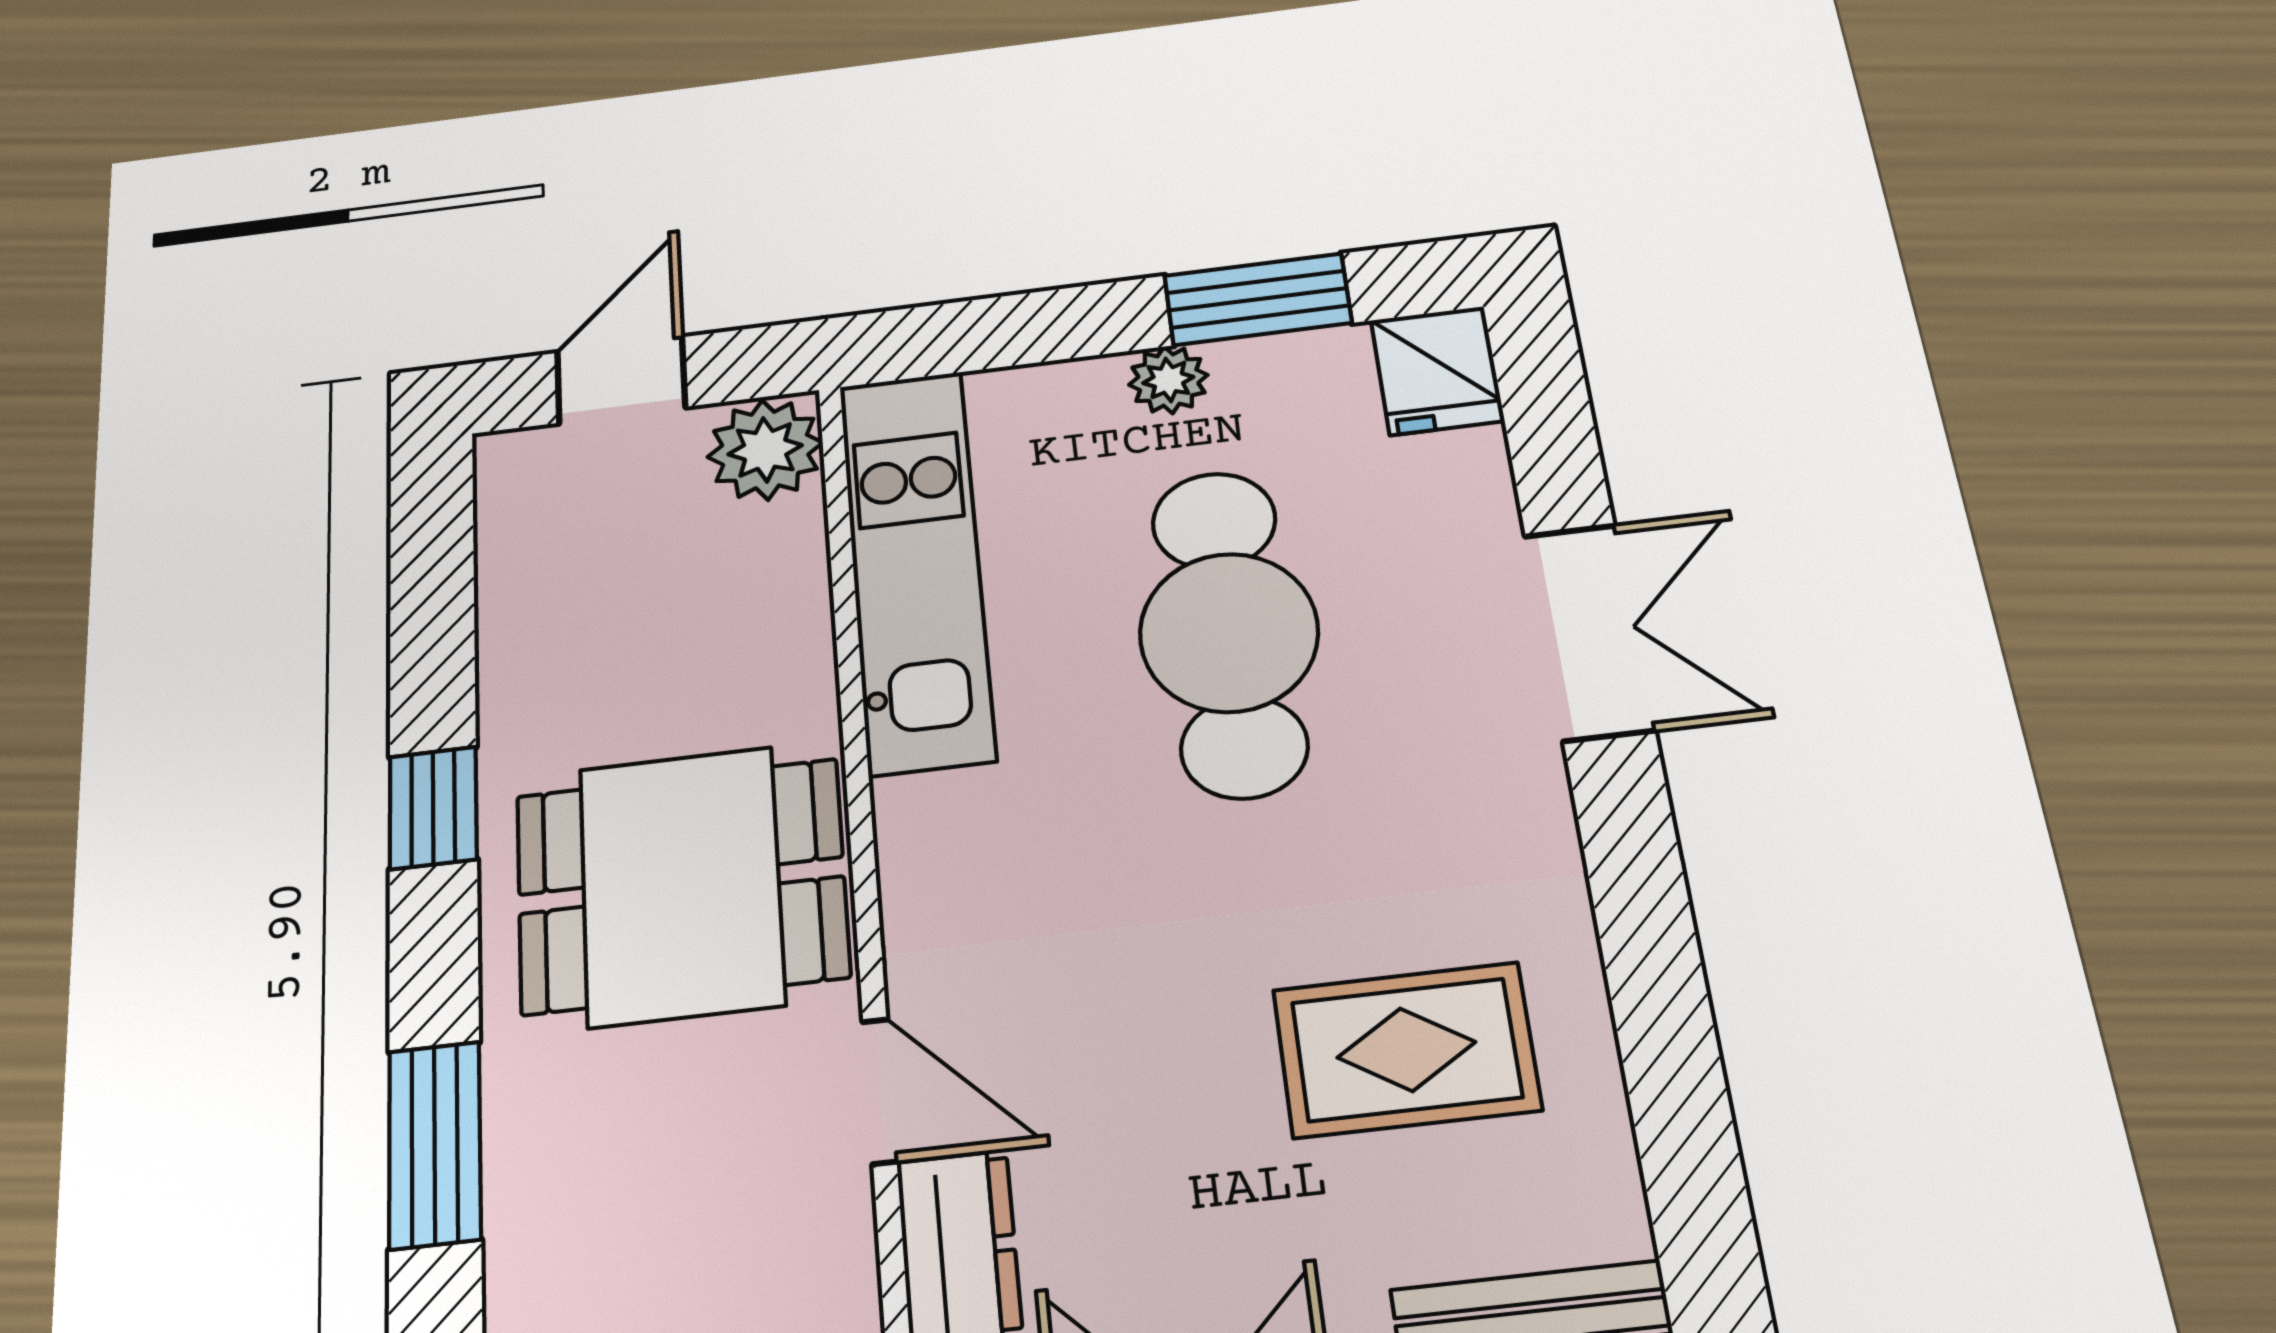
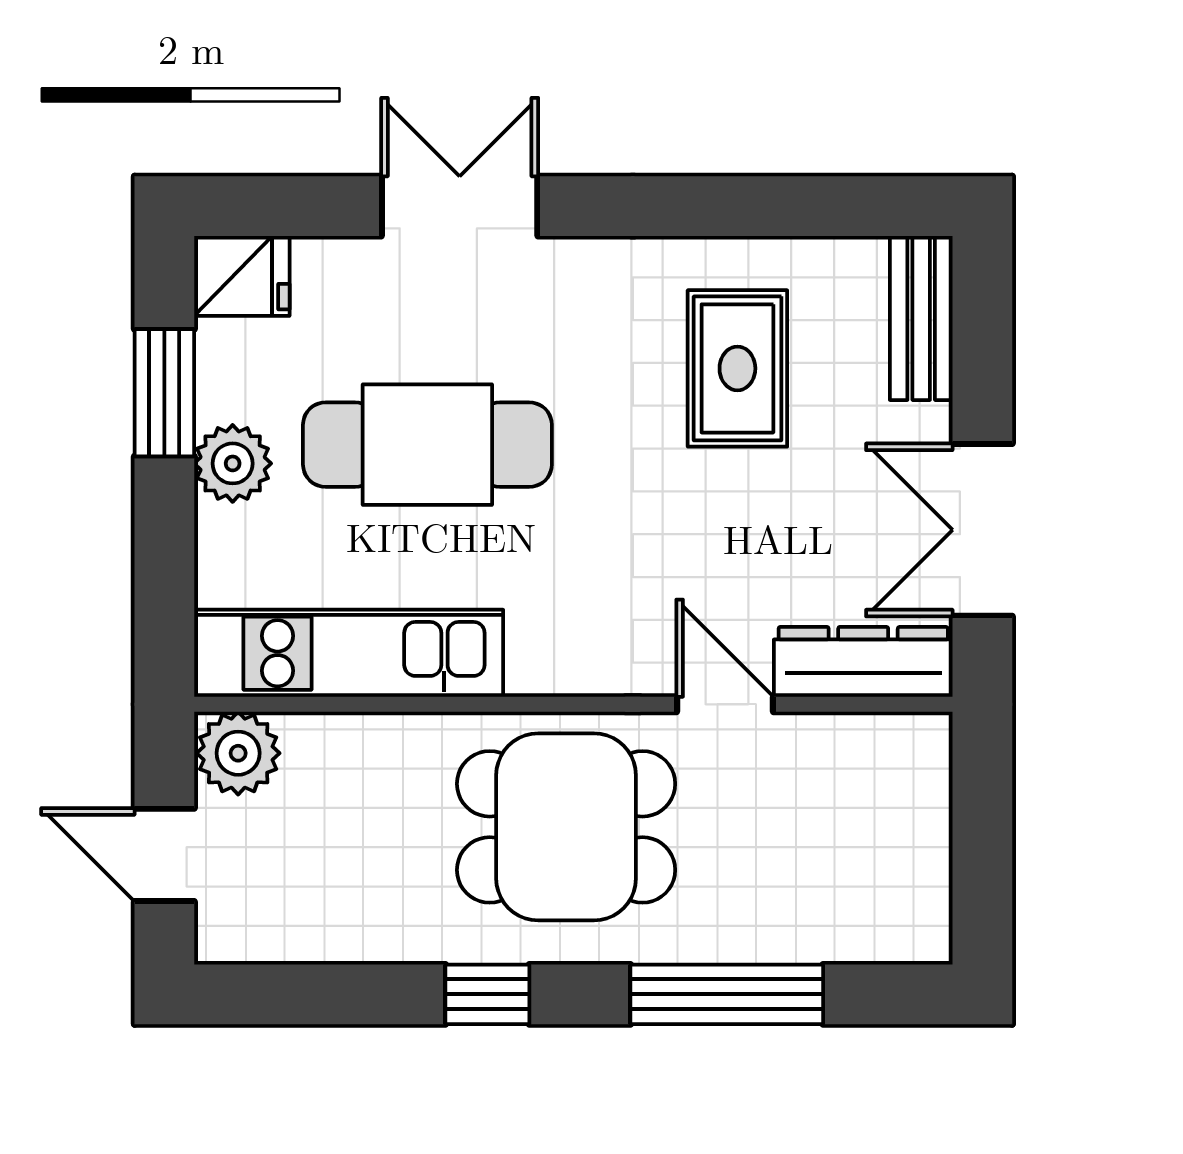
plant: (1168, 380) -> (233, 463), width x1.38, depth x1.38
dining table: (681, 886) -> (566, 827), turned 90
door: (880, 1091) -> (725, 704), hinge flipped
window: (435, 1145) -> (727, 994), width x1.44

